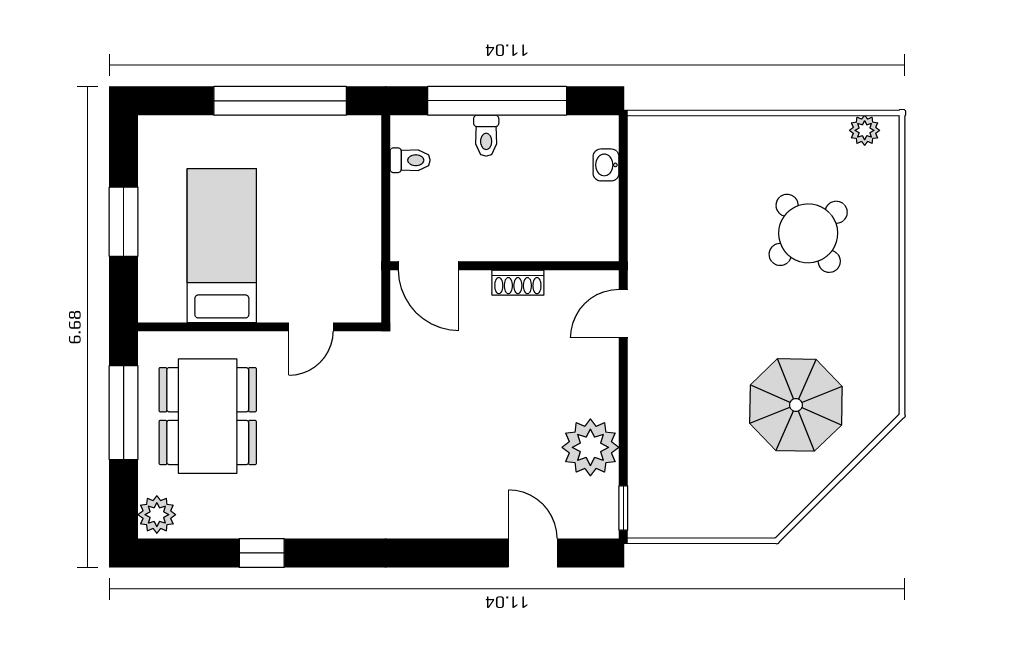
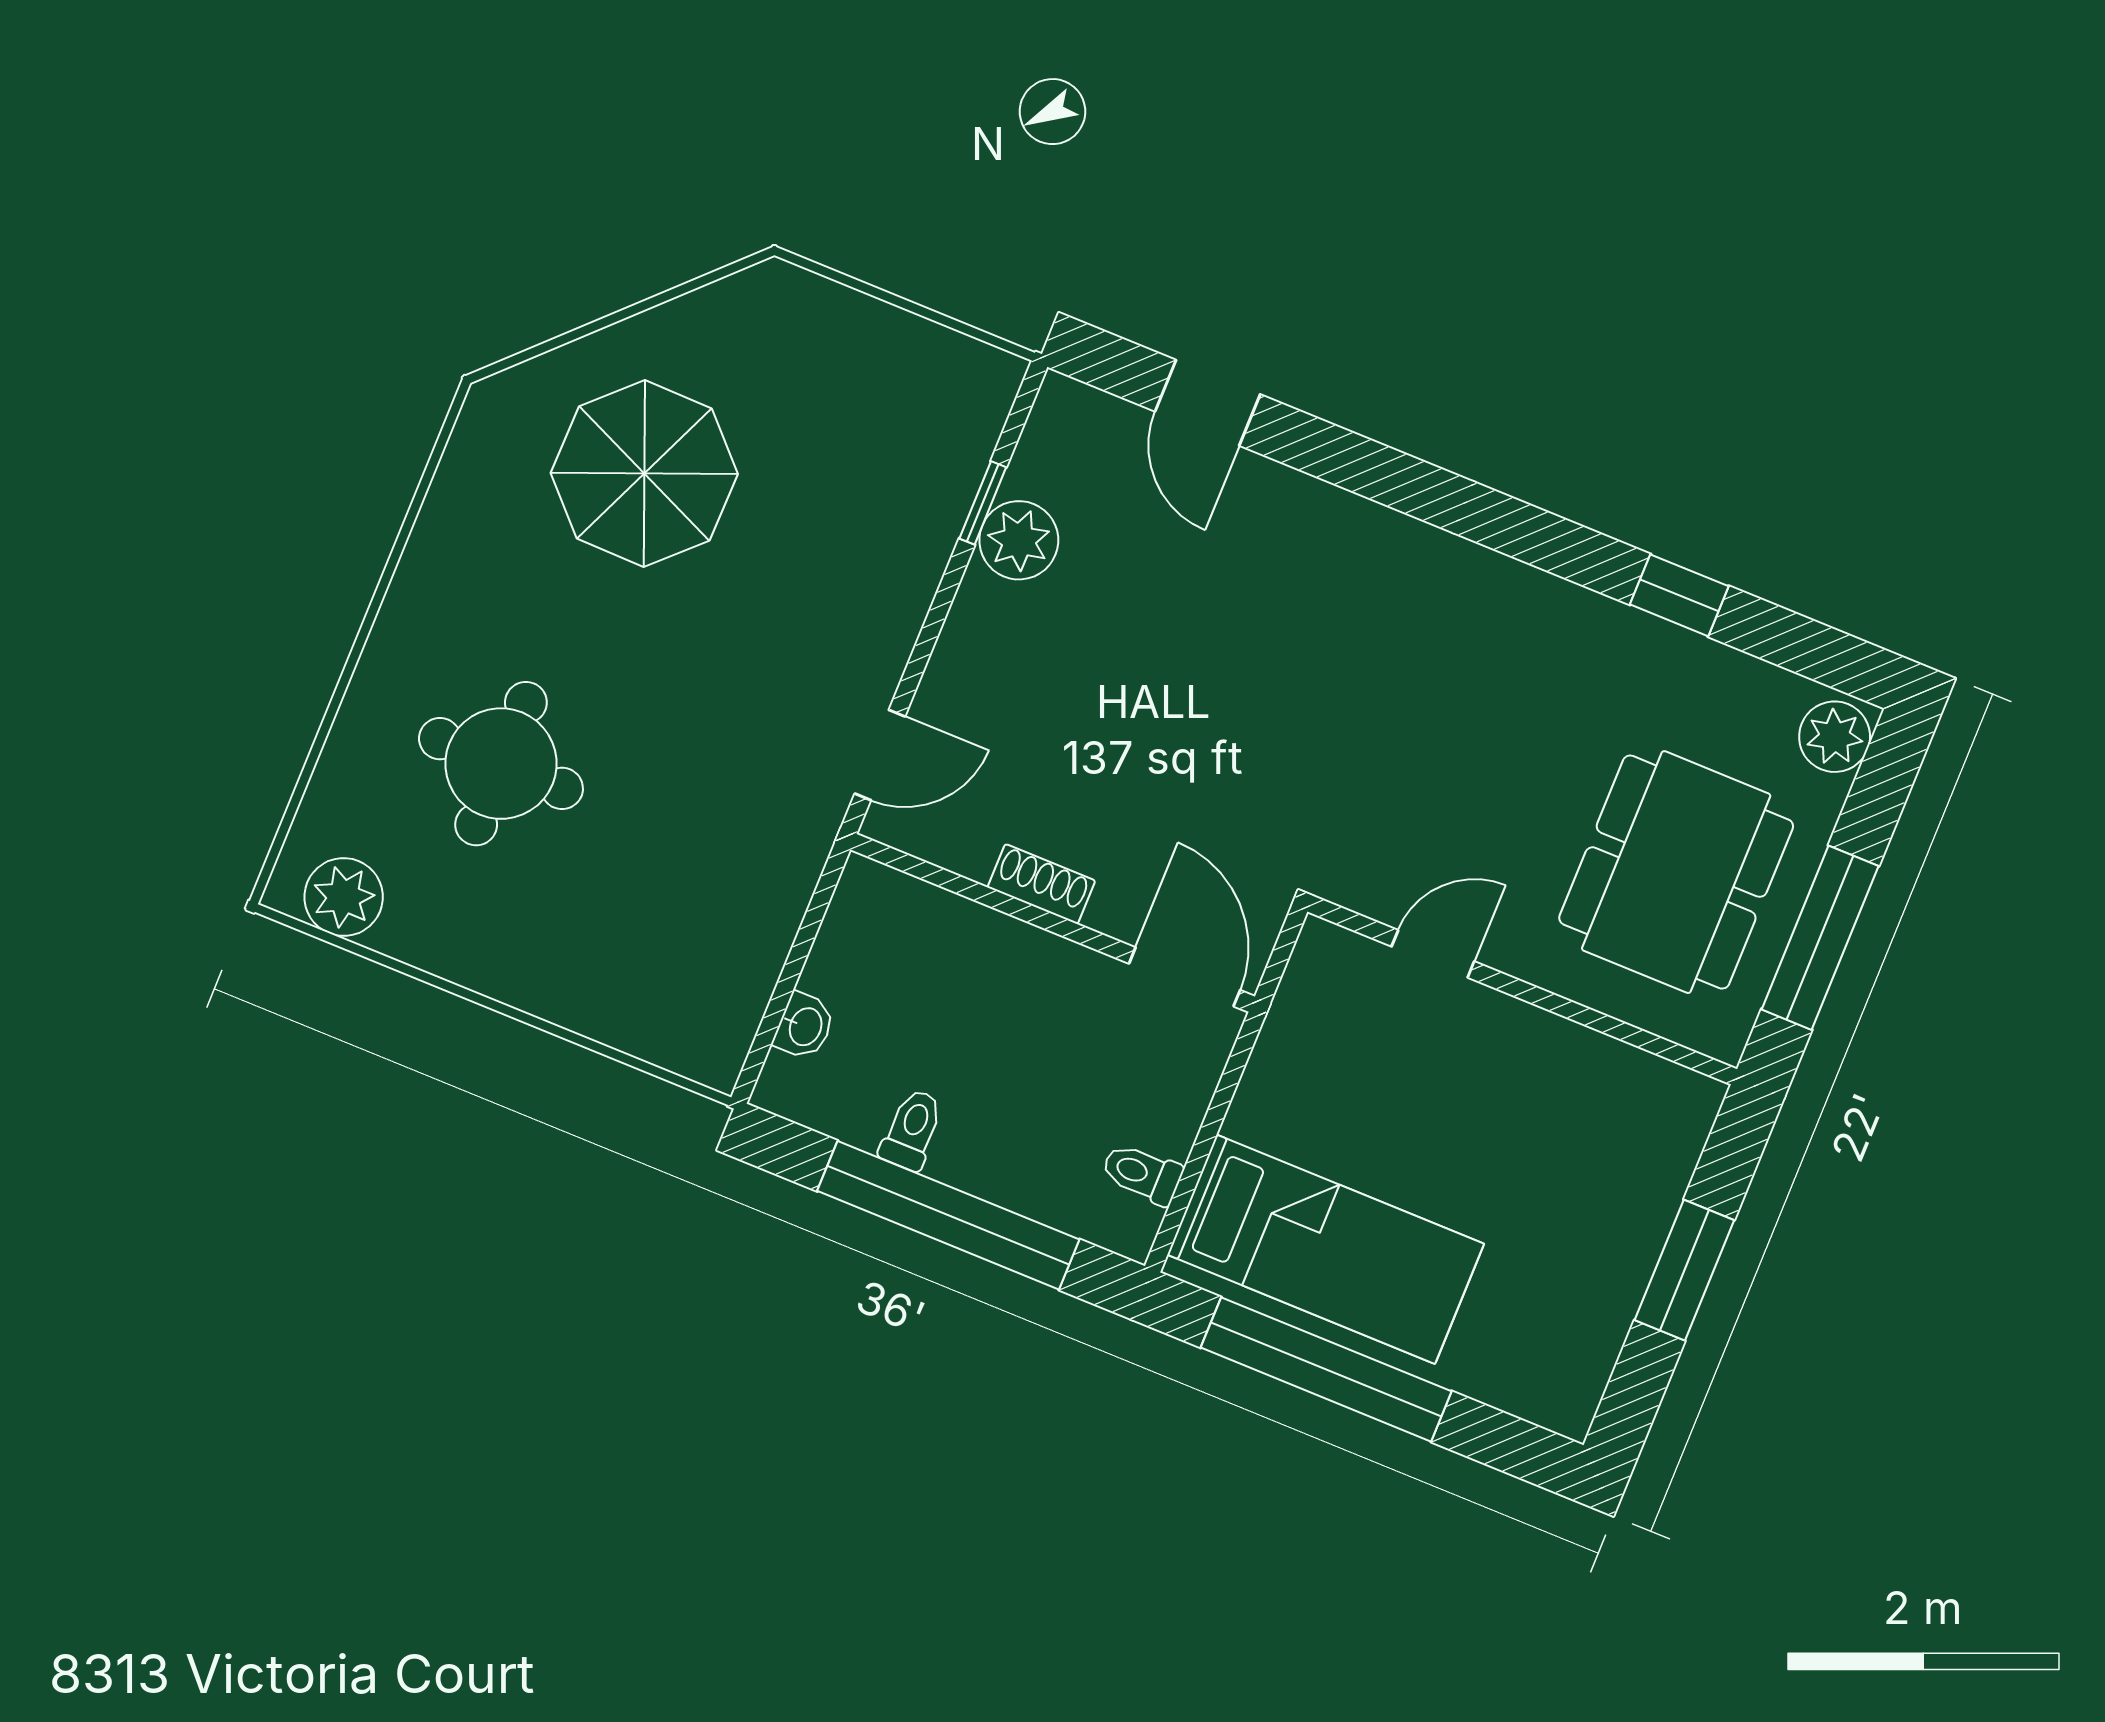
plant: (865, 130) -> (344, 897), width x1.38, depth x1.38
toilet: (486, 136) -> (912, 1130), moved
round table: (808, 233) -> (501, 764), turned 37
bed: (222, 246) -> (1326, 1249), moved, turned -90
plant: (590, 447) -> (1019, 540), width x0.73, depth x0.73
window: (623, 508) -> (983, 503), moved

